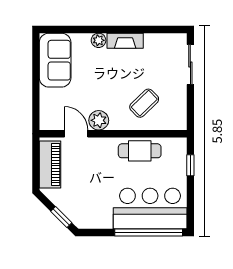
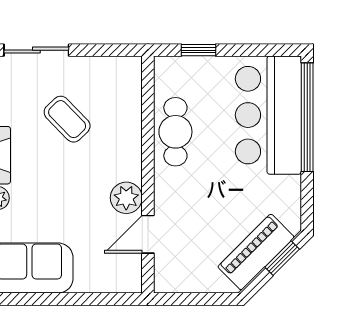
coffee table: (144, 103) -> (67, 119), moved
piano: (50, 164) -> (256, 252), moved, turned -45

